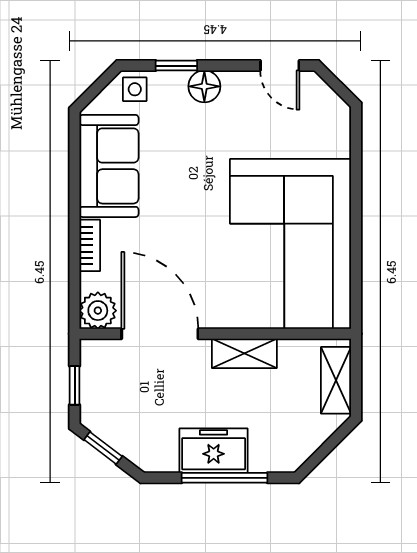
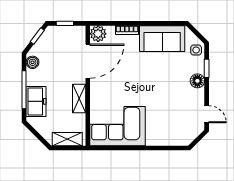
door: (280, 66) -> (207, 114), swing flipped
corner sofa: (291, 244) -> (118, 126), width x0.73, depth x0.74
freezer: (214, 451) -> (36, 101), moved
boiler: (162, 459) -> (33, 62), added

